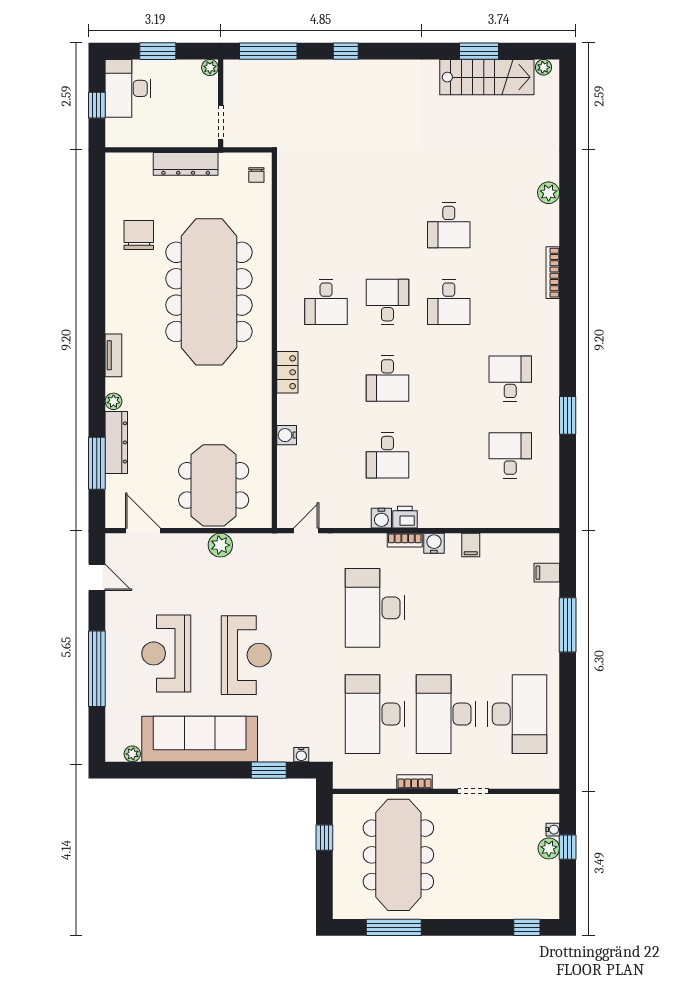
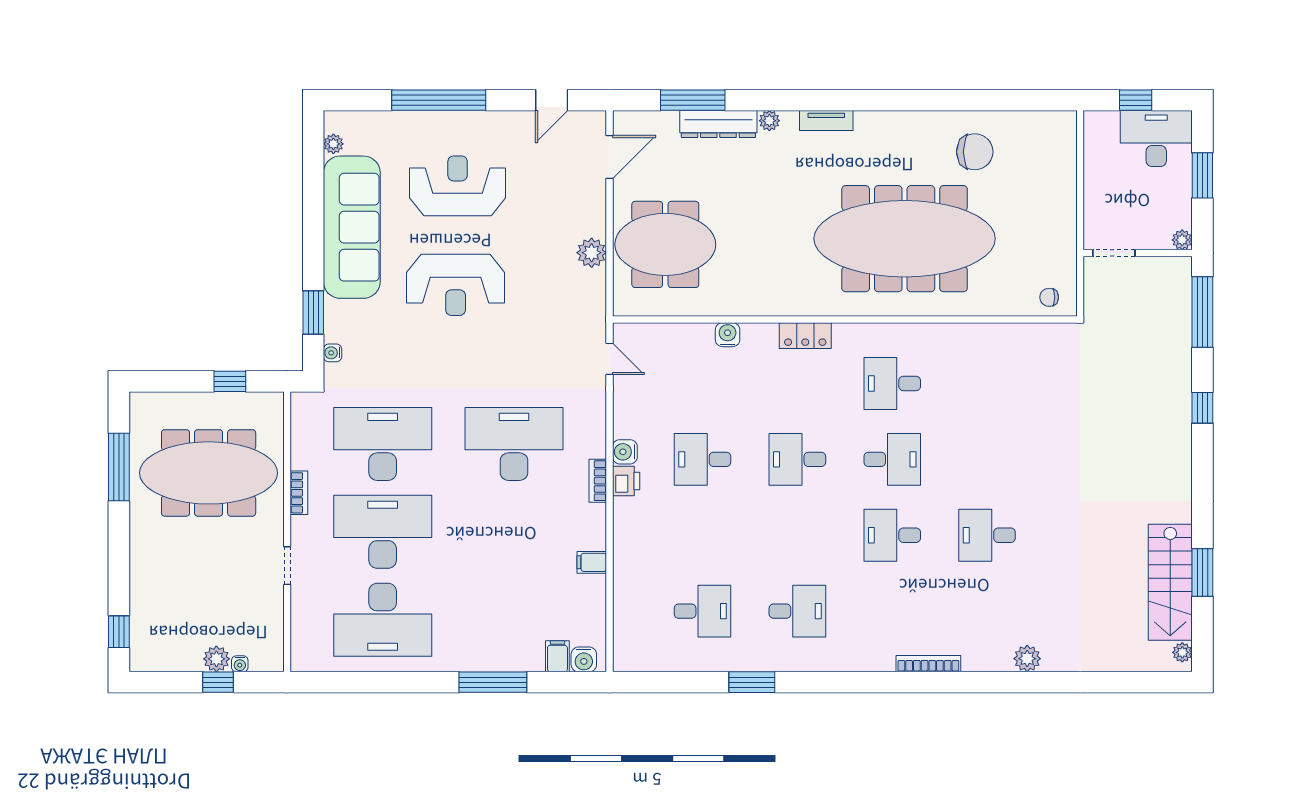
dresser: (186, 164) -> (1063, 210), removed
water cooler: (434, 543) -> (584, 659), moved, turned 90

